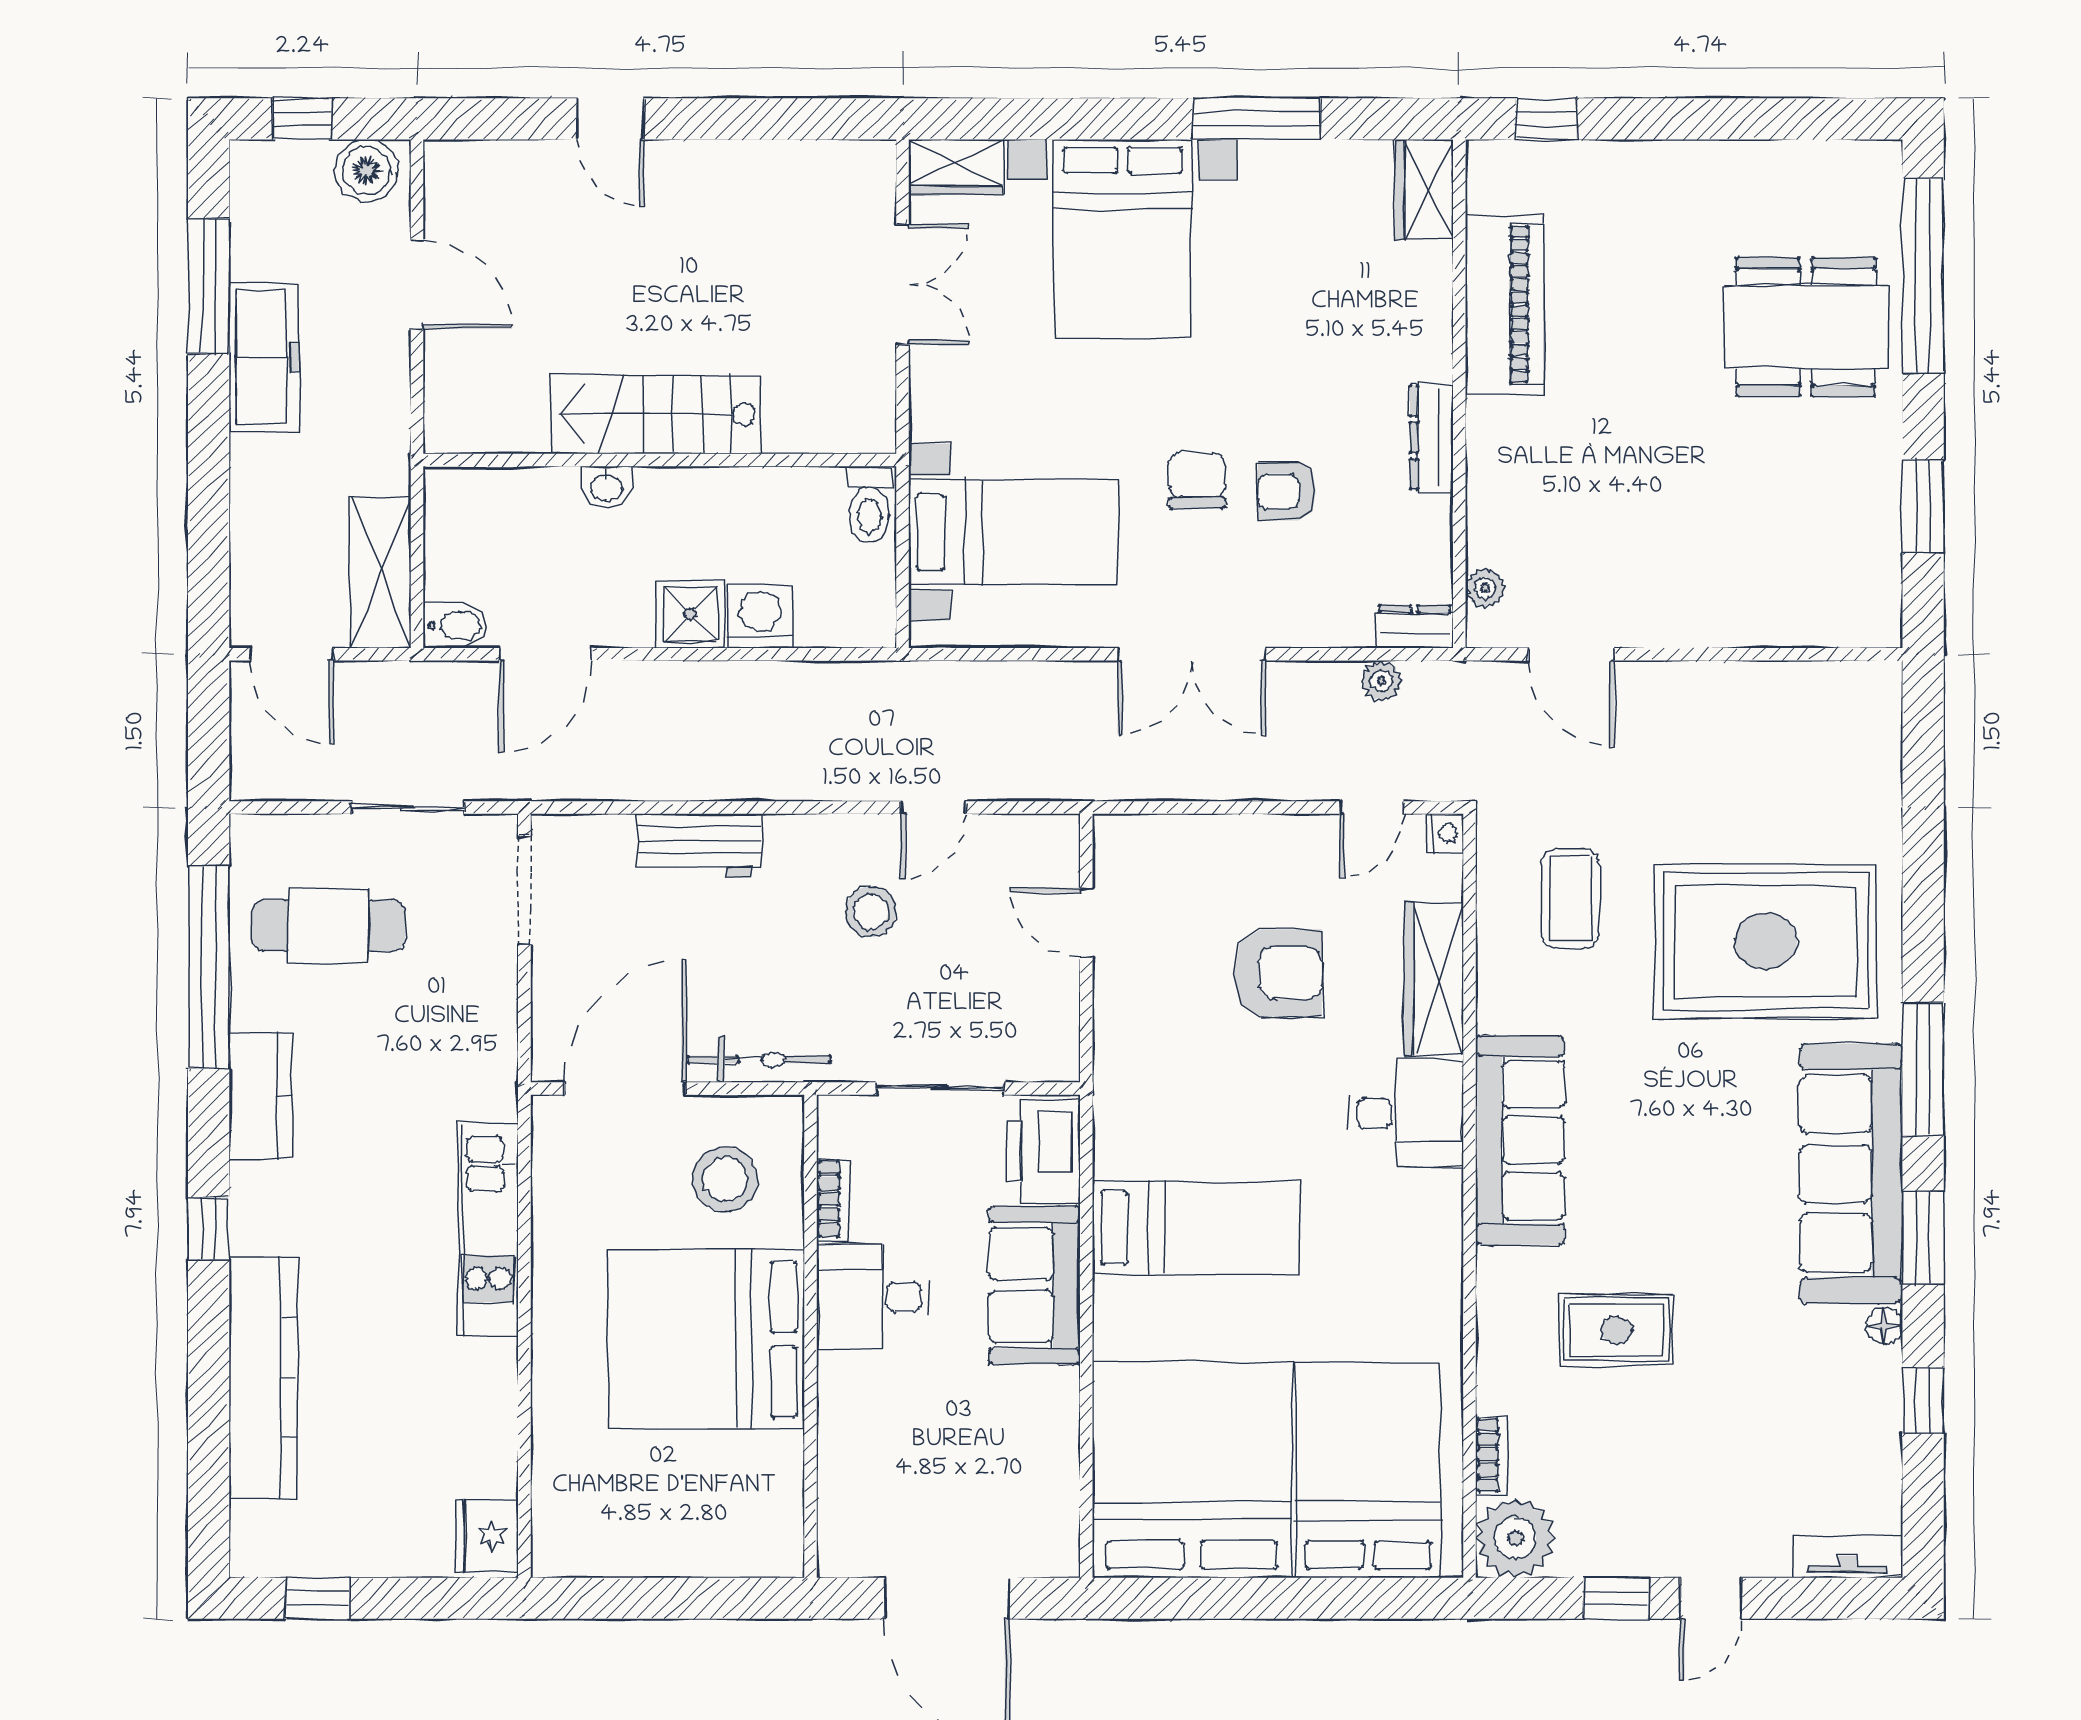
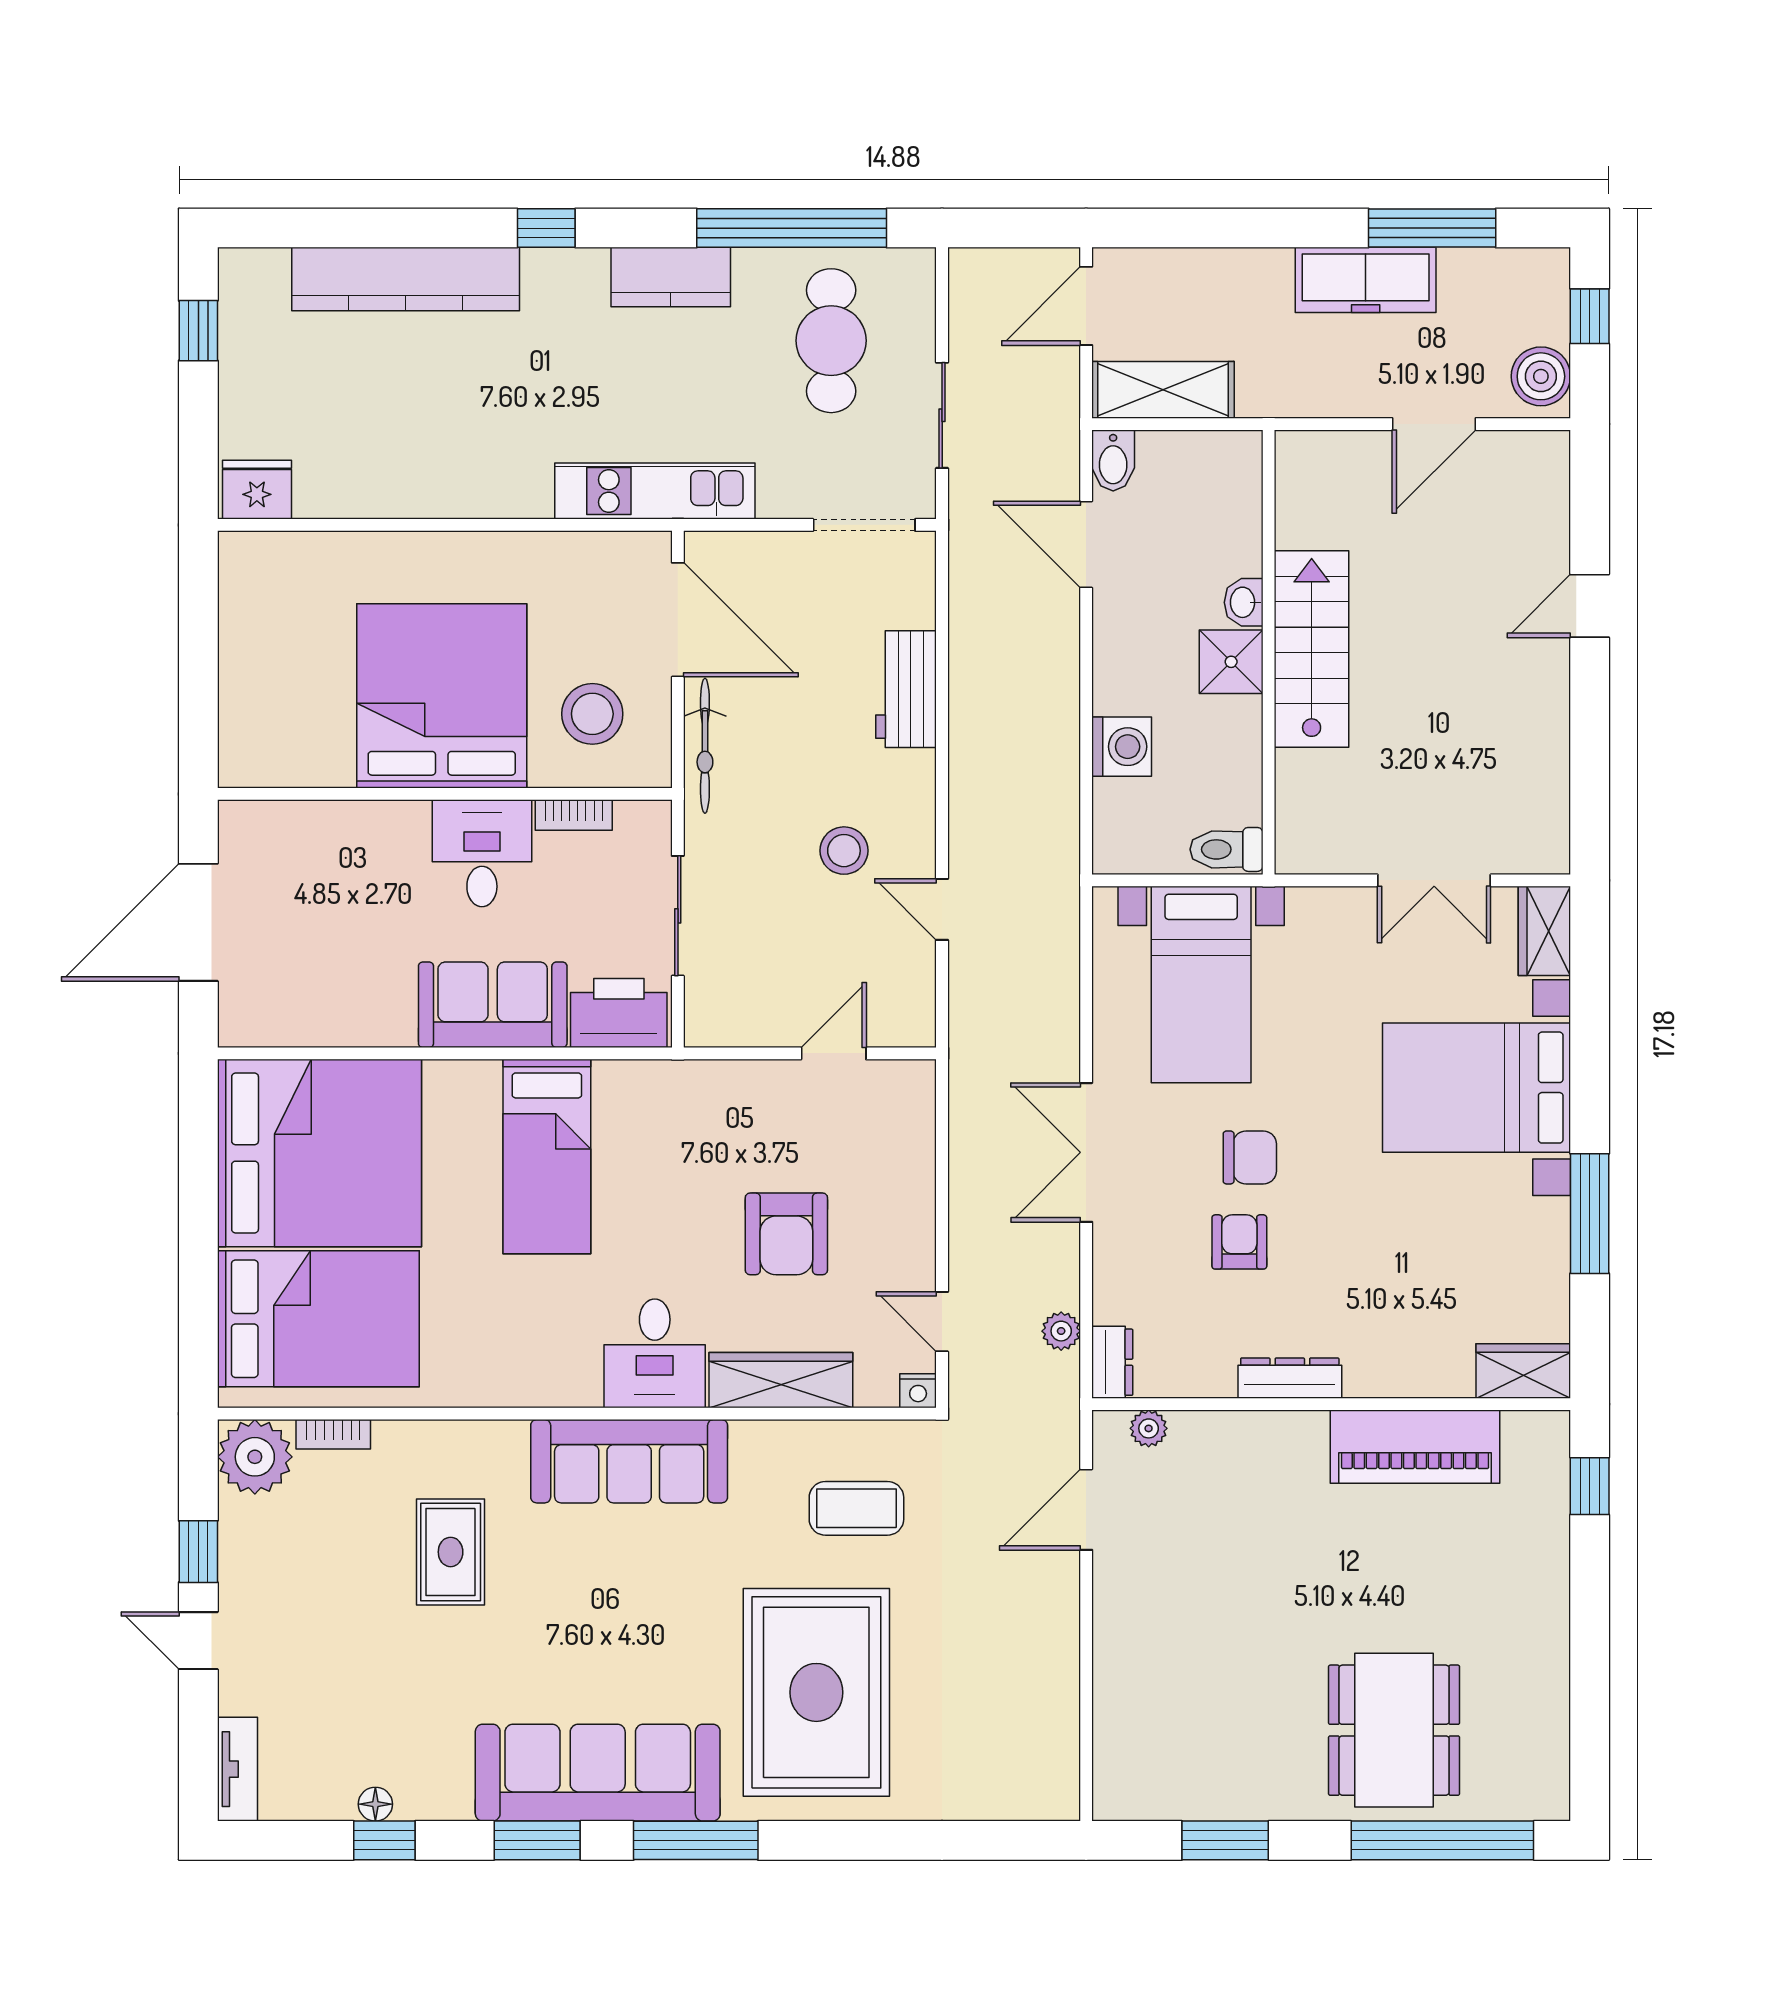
shower: (691, 614) -> (1231, 662), moved
kitchen unit: (488, 1230) -> (655, 491), moved
floor lamp: (1885, 1326) -> (375, 1804), moved

